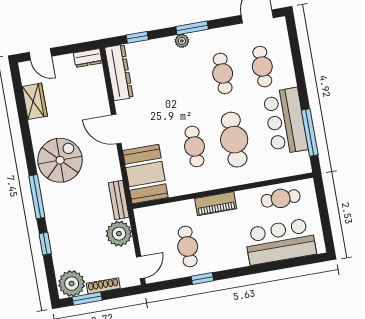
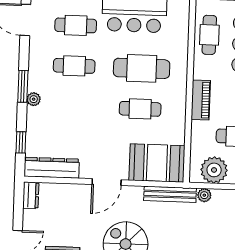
bench: (119, 200) -> (170, 194), width x1.36
plant: (150, 231) -> (214, 170), added
plant: (119, 234) -> (204, 195), width x0.53, depth x0.53

